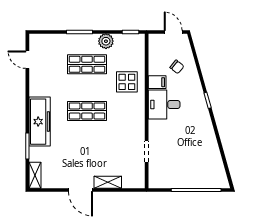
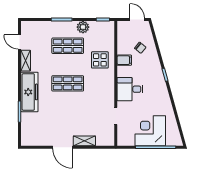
desk: (164, 104) -> (130, 89), moved
corner desk: (189, 170) -> (150, 131), added
shelving: (35, 175) -> (26, 61), moved

